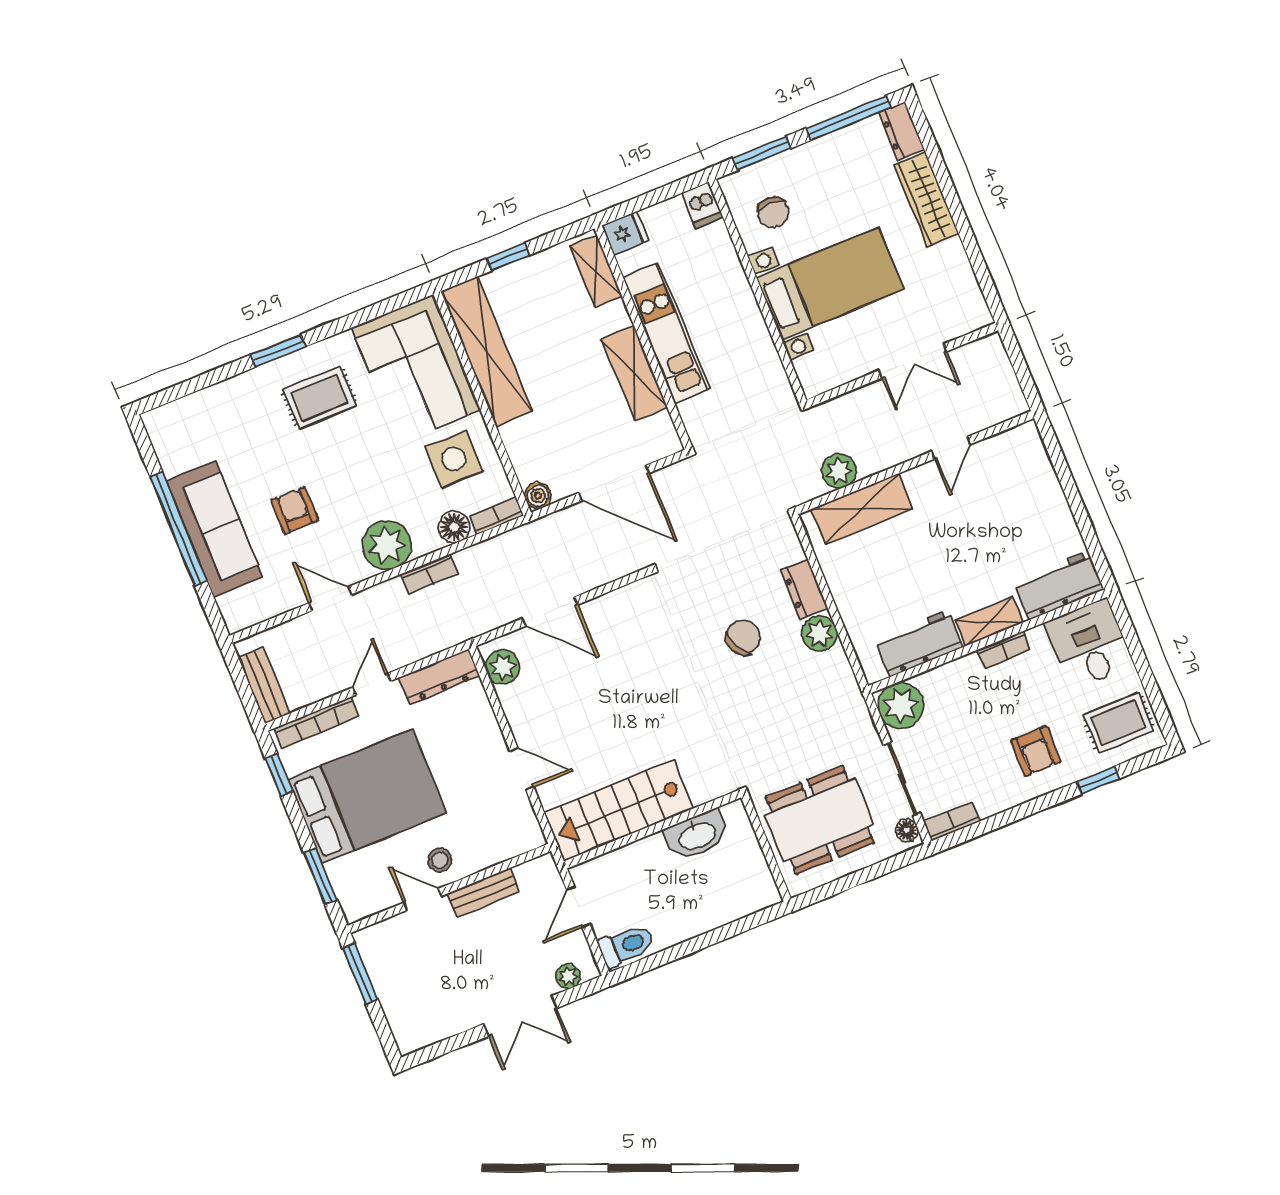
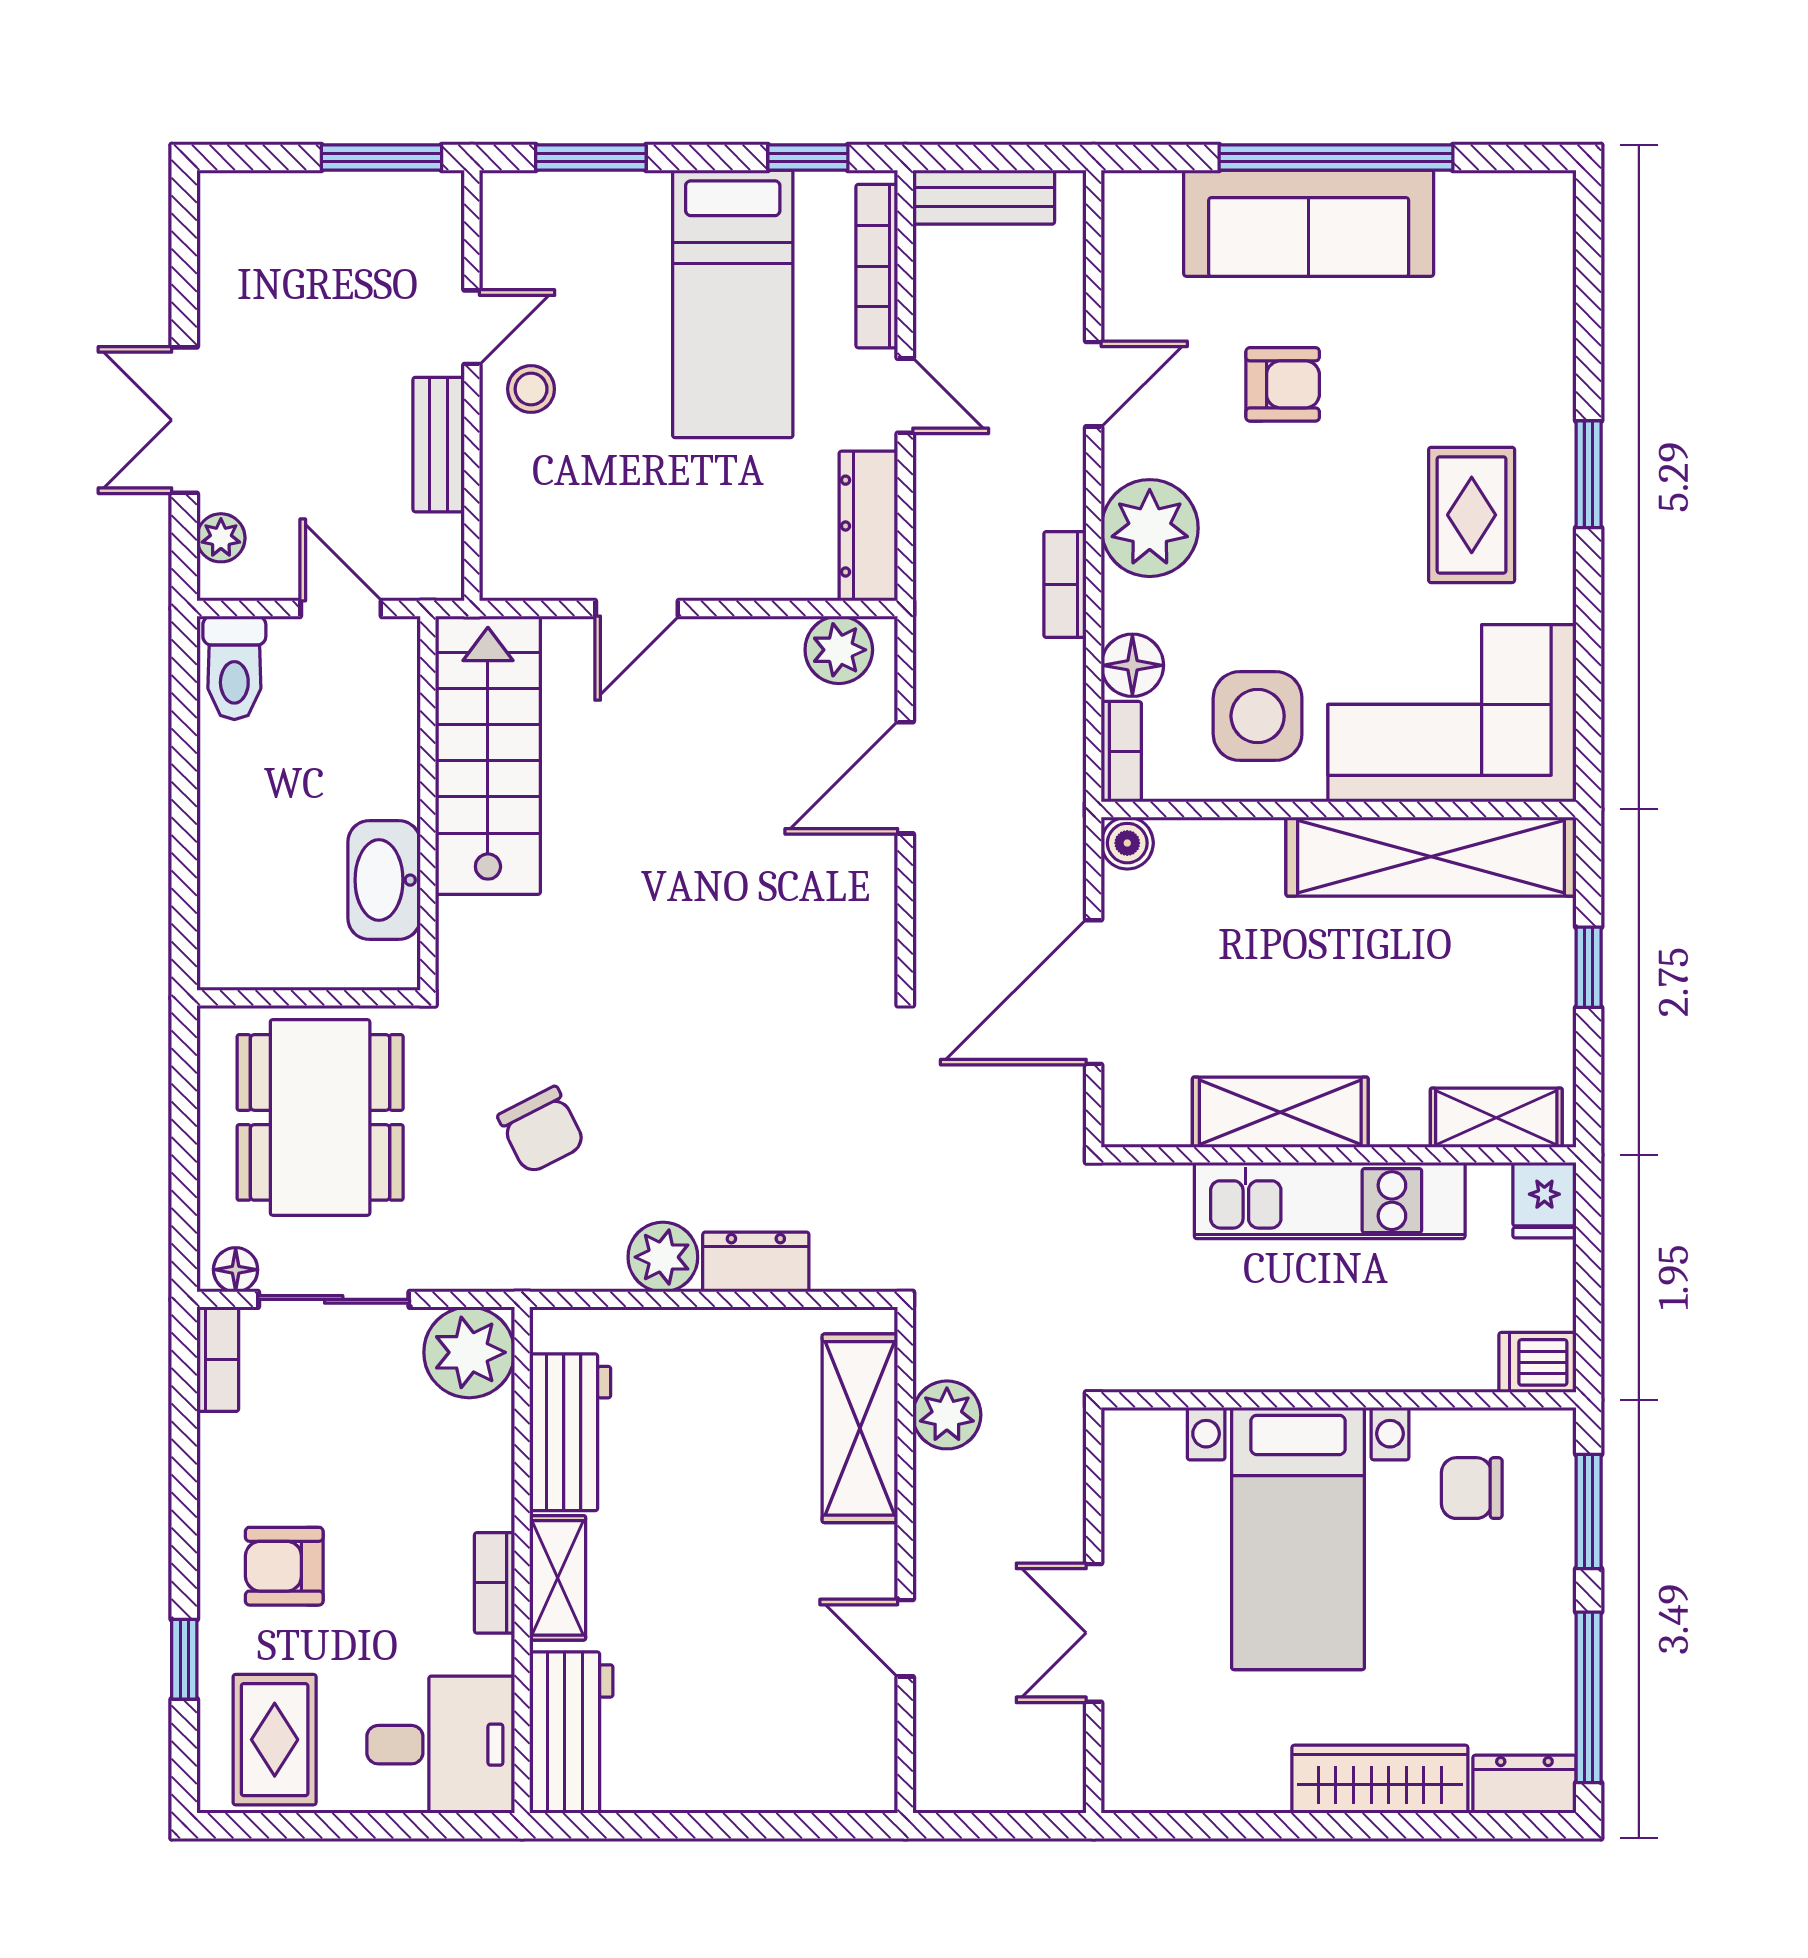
chair: (743, 637) -> (541, 1130), moved
bed: (367, 796) -> (733, 304), width x0.67

